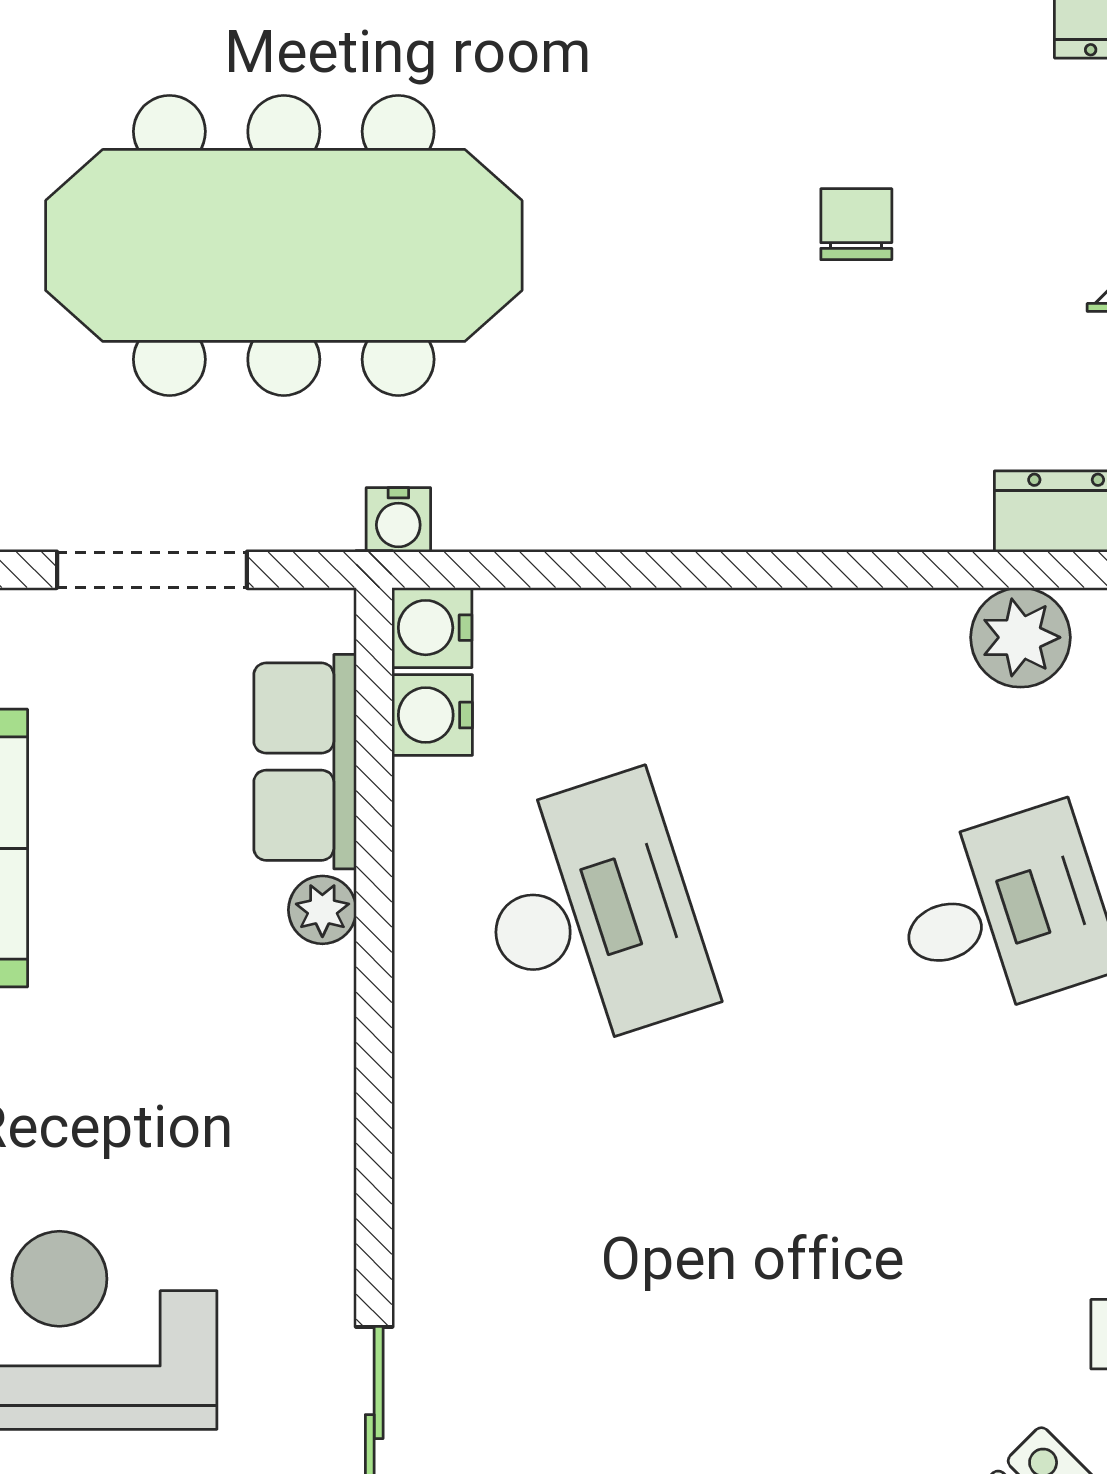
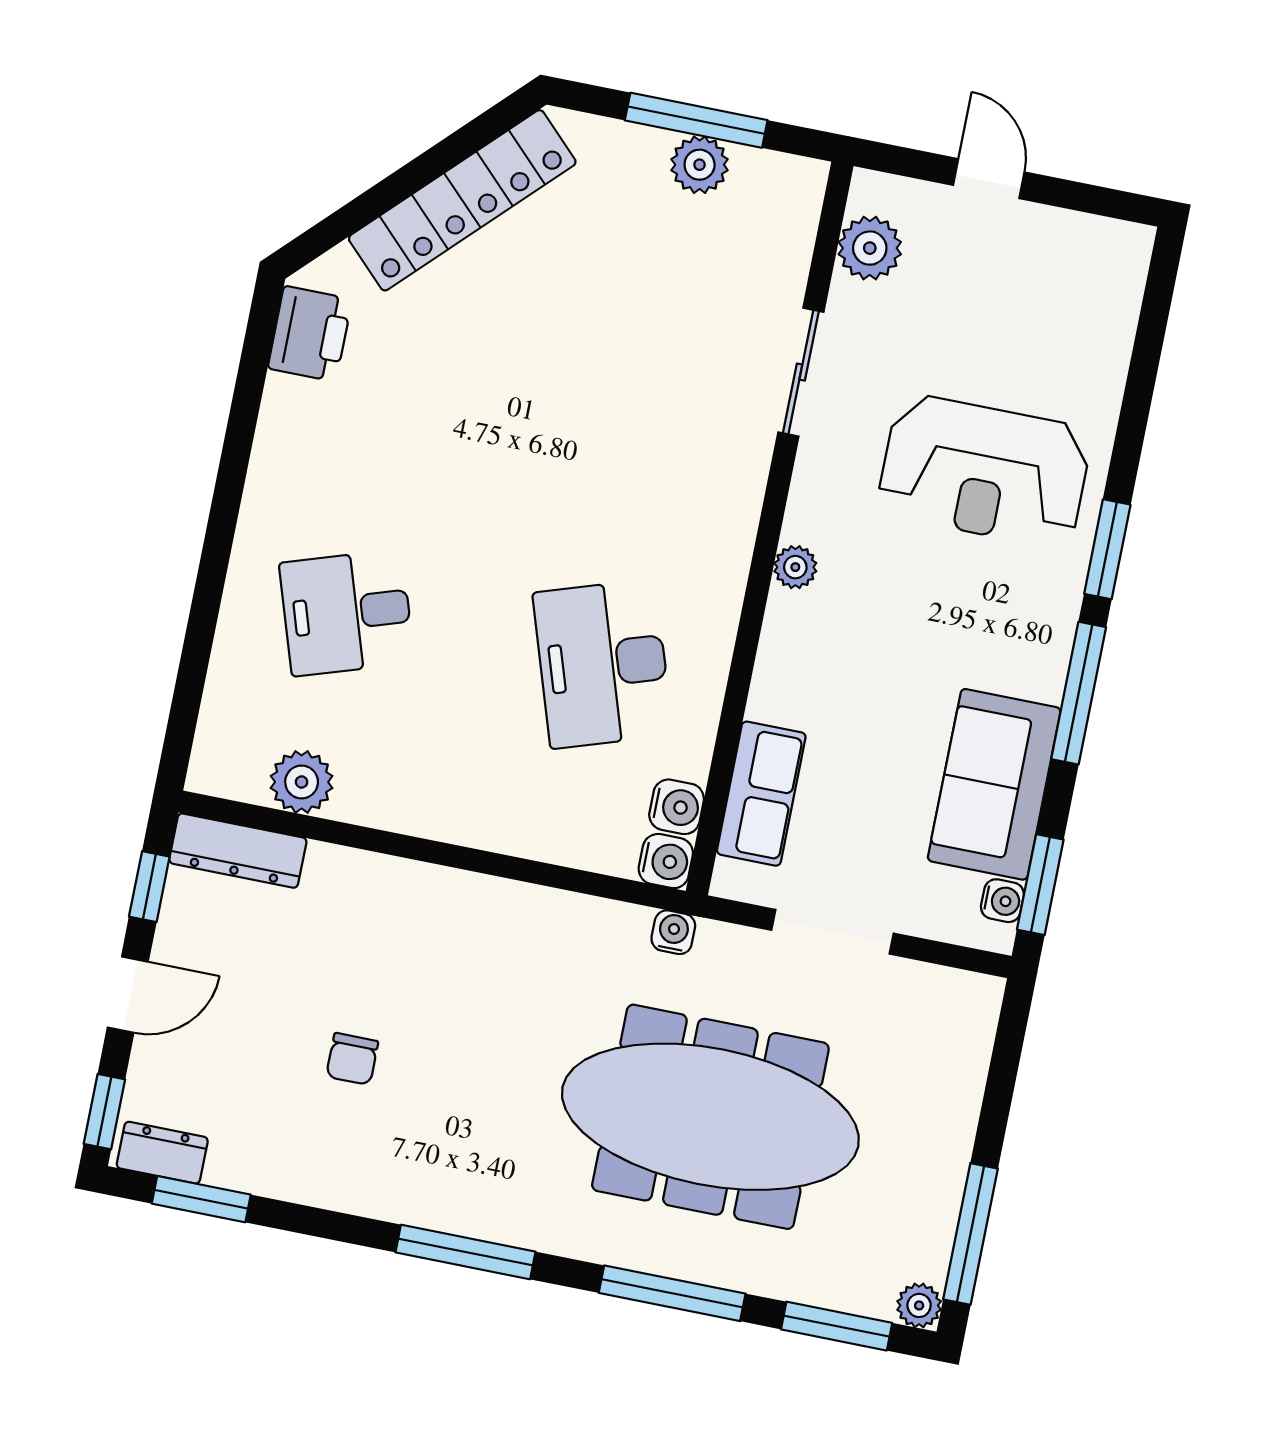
plant: (322, 910) -> (795, 567), moved

